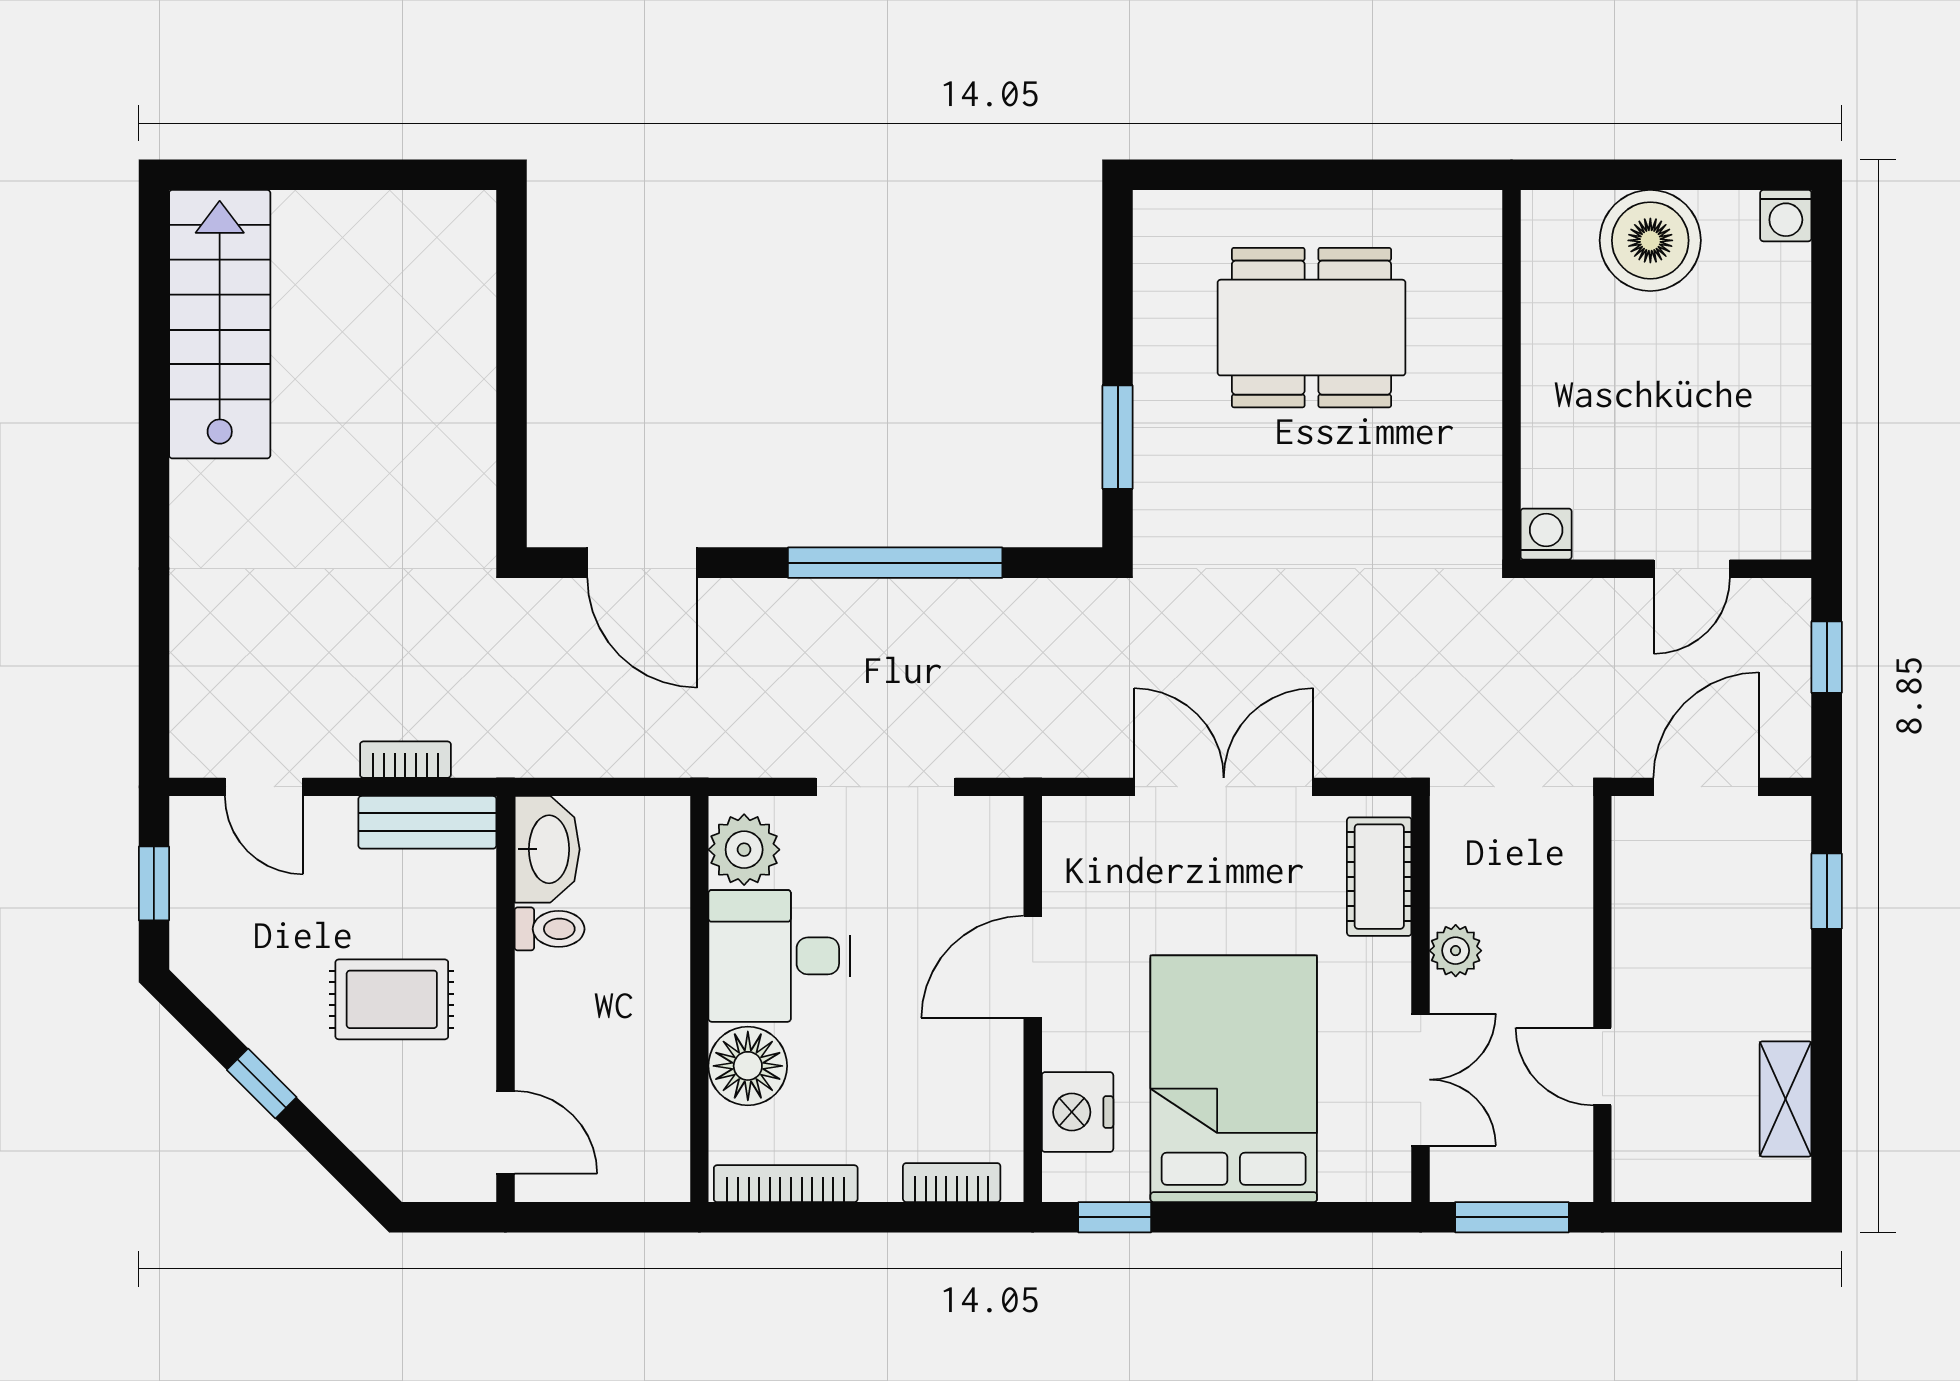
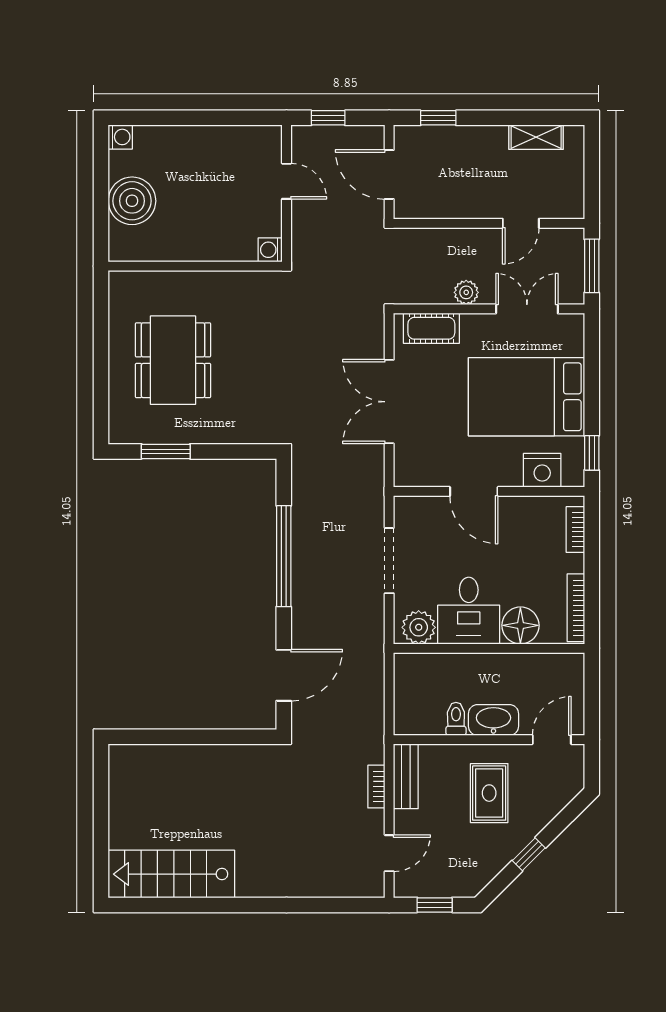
window: (1118, 437) -> (166, 451), moved
washbasin: (547, 849) -> (493, 720), moved

